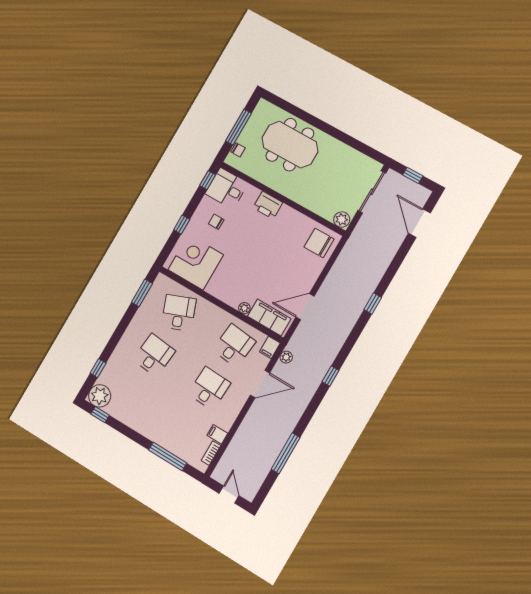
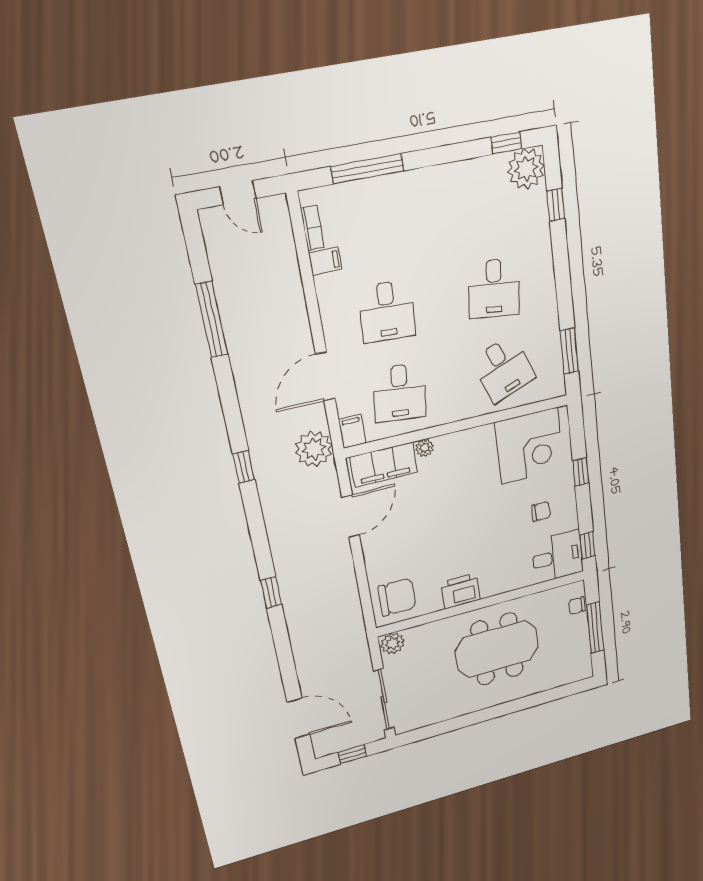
meeting table: (290, 145) -> (497, 649), moved
printer: (268, 205) -> (460, 591), moved
plant: (286, 357) -> (314, 449), width x1.88, depth x1.88

